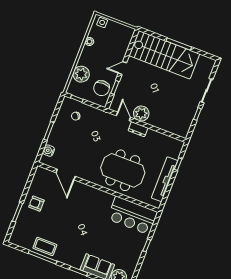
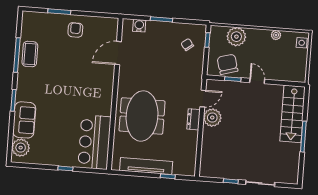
stairs: (164, 55) -> (293, 114), width x0.73, depth x0.66
chair: (102, 88) -> (227, 64), turned 74

